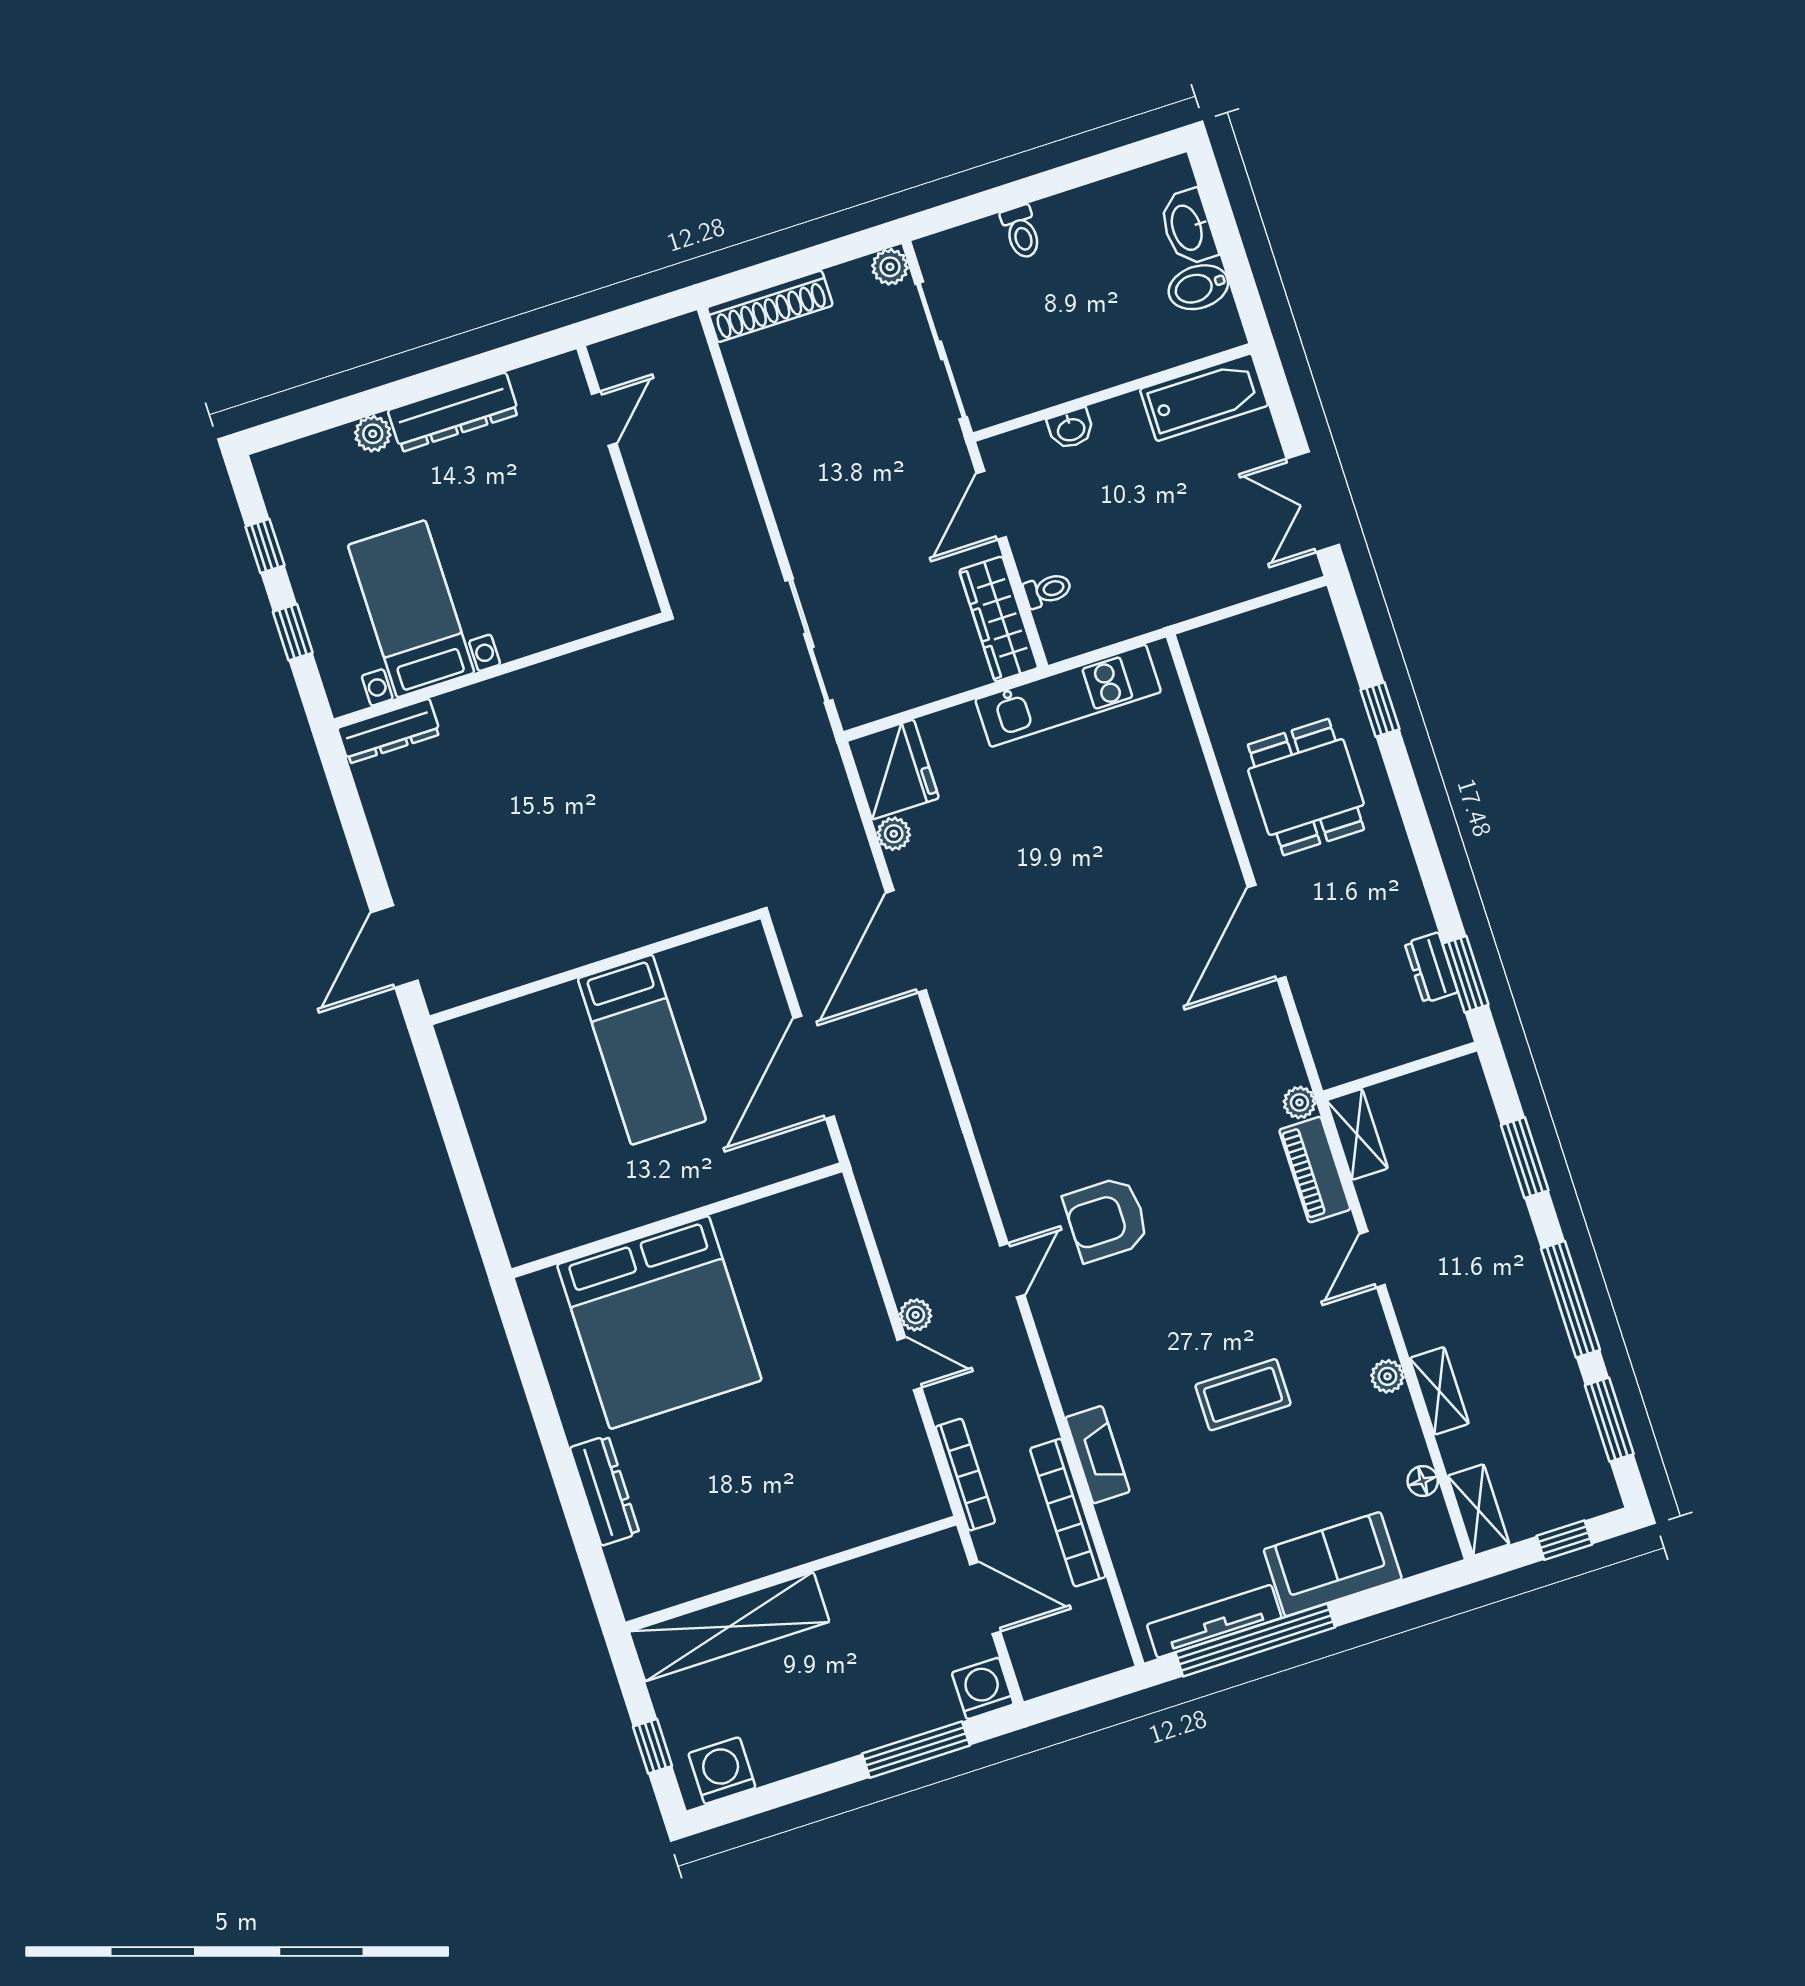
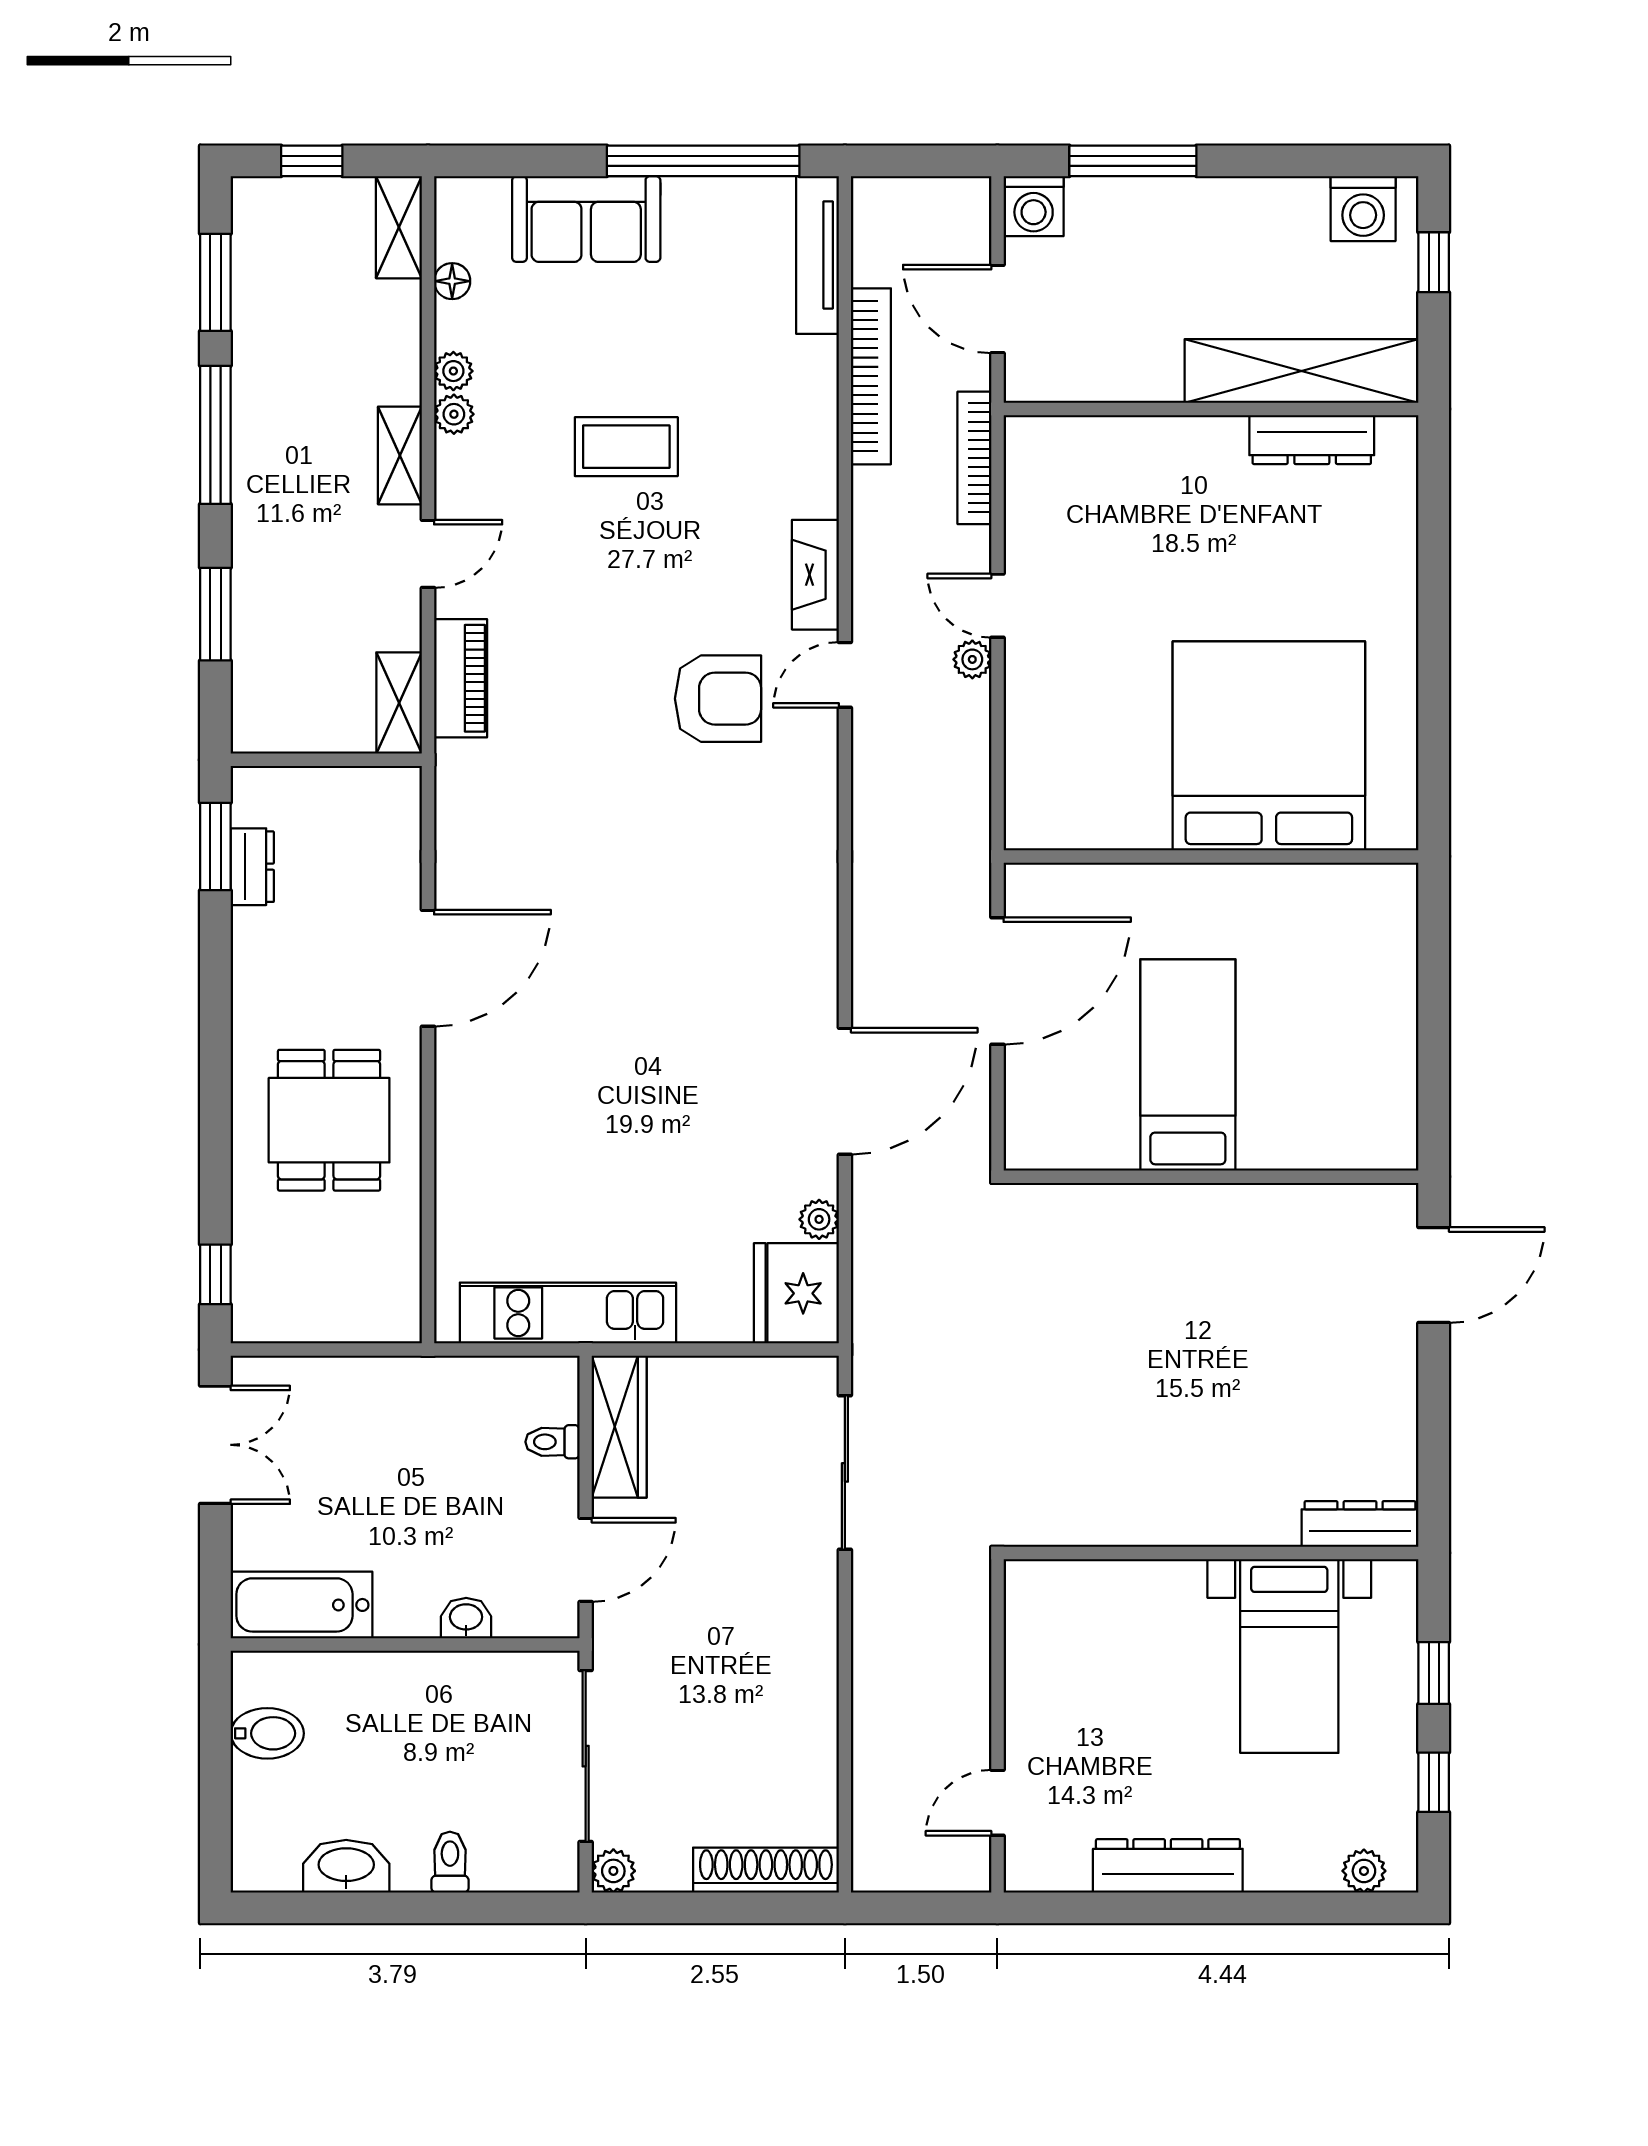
washbasin: (1188, 227) -> (346, 1866), moved, turned -90
plant: (373, 434) -> (1364, 1871), moved
window: (1380, 710) -> (215, 1274), moved
plant: (1299, 1103) -> (453, 371), moved
shelving: (1439, 1391) -> (400, 455), moved
fireplace: (1098, 1455) -> (815, 575), moved
dresser: (605, 1491) -> (1312, 440), moved, turned -90
tv unit: (1214, 1621) -> (817, 255), moved, turned 90

